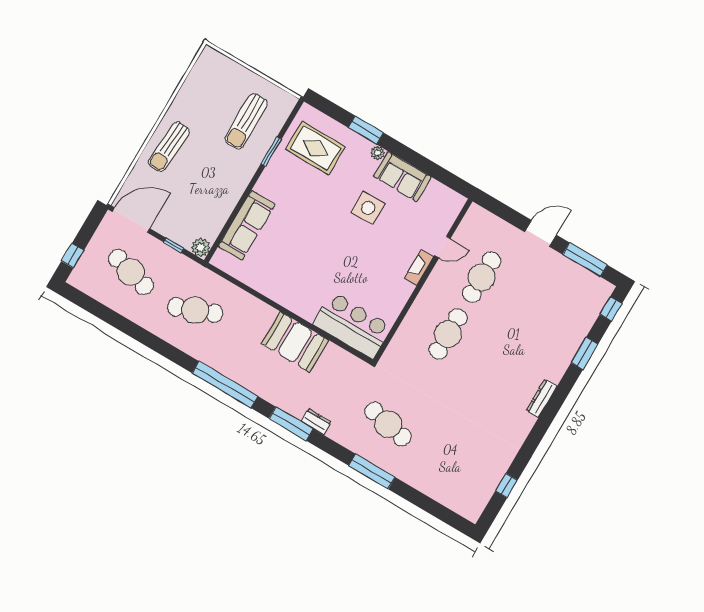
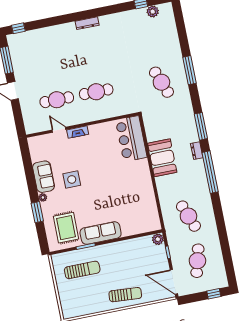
sofa: (247, 225) -> (101, 233), moved
window: (585, 353) -> (49, 22), removed
dresser: (316, 422) -> (197, 151), moved
cafe table: (388, 424) -> (161, 82), turned -33
plant: (484, 491) -> (153, 12), added

